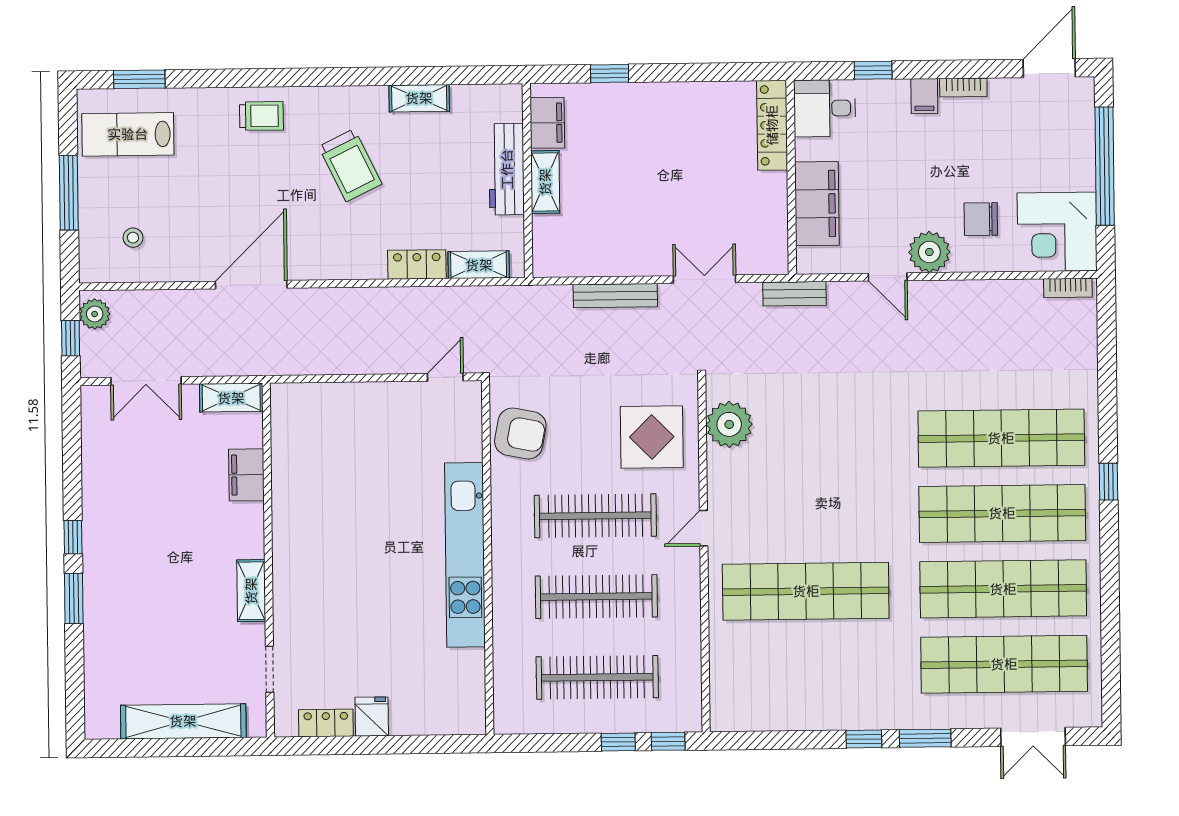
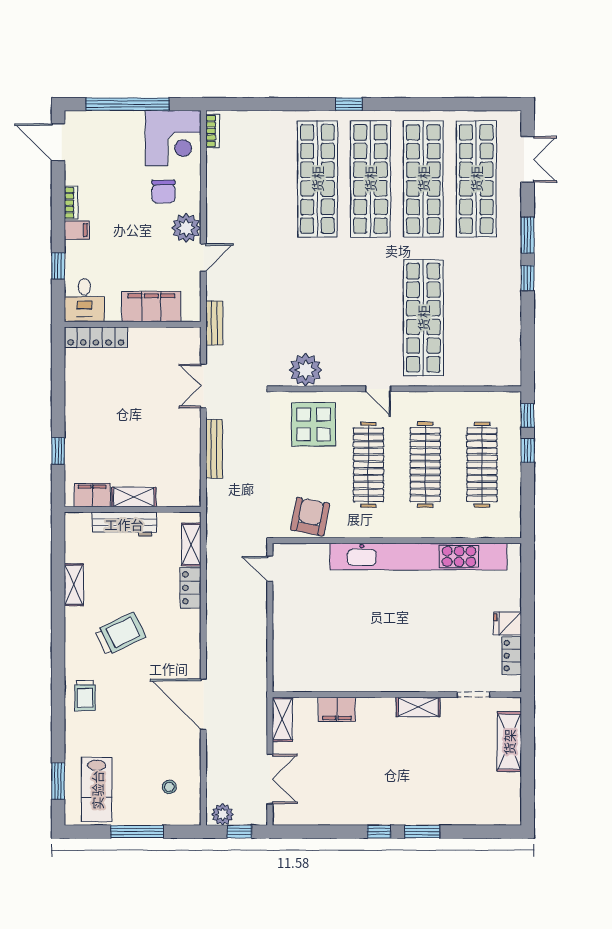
trolley: (261, 116) -> (85, 696), turned 180
kitchen unit: (465, 555) -> (418, 557), width x1.36
shelving: (183, 721) -> (509, 742), width x0.68

